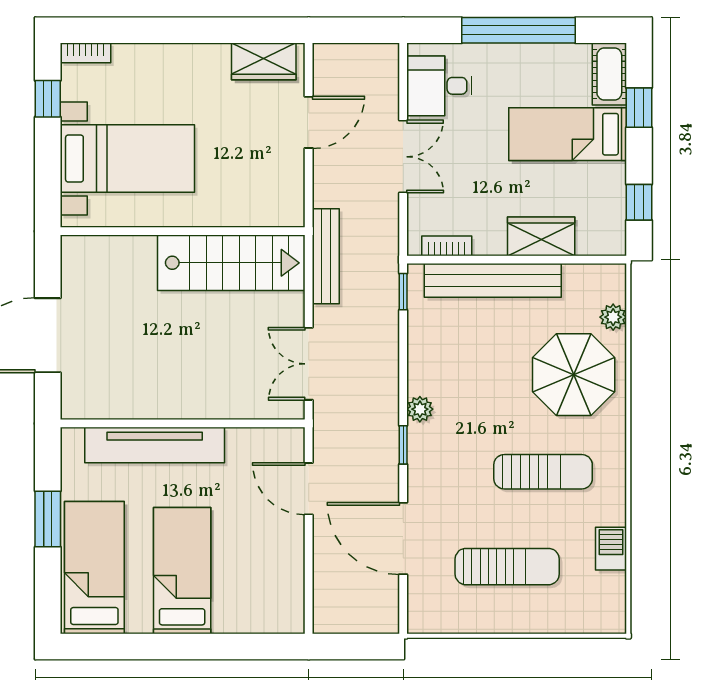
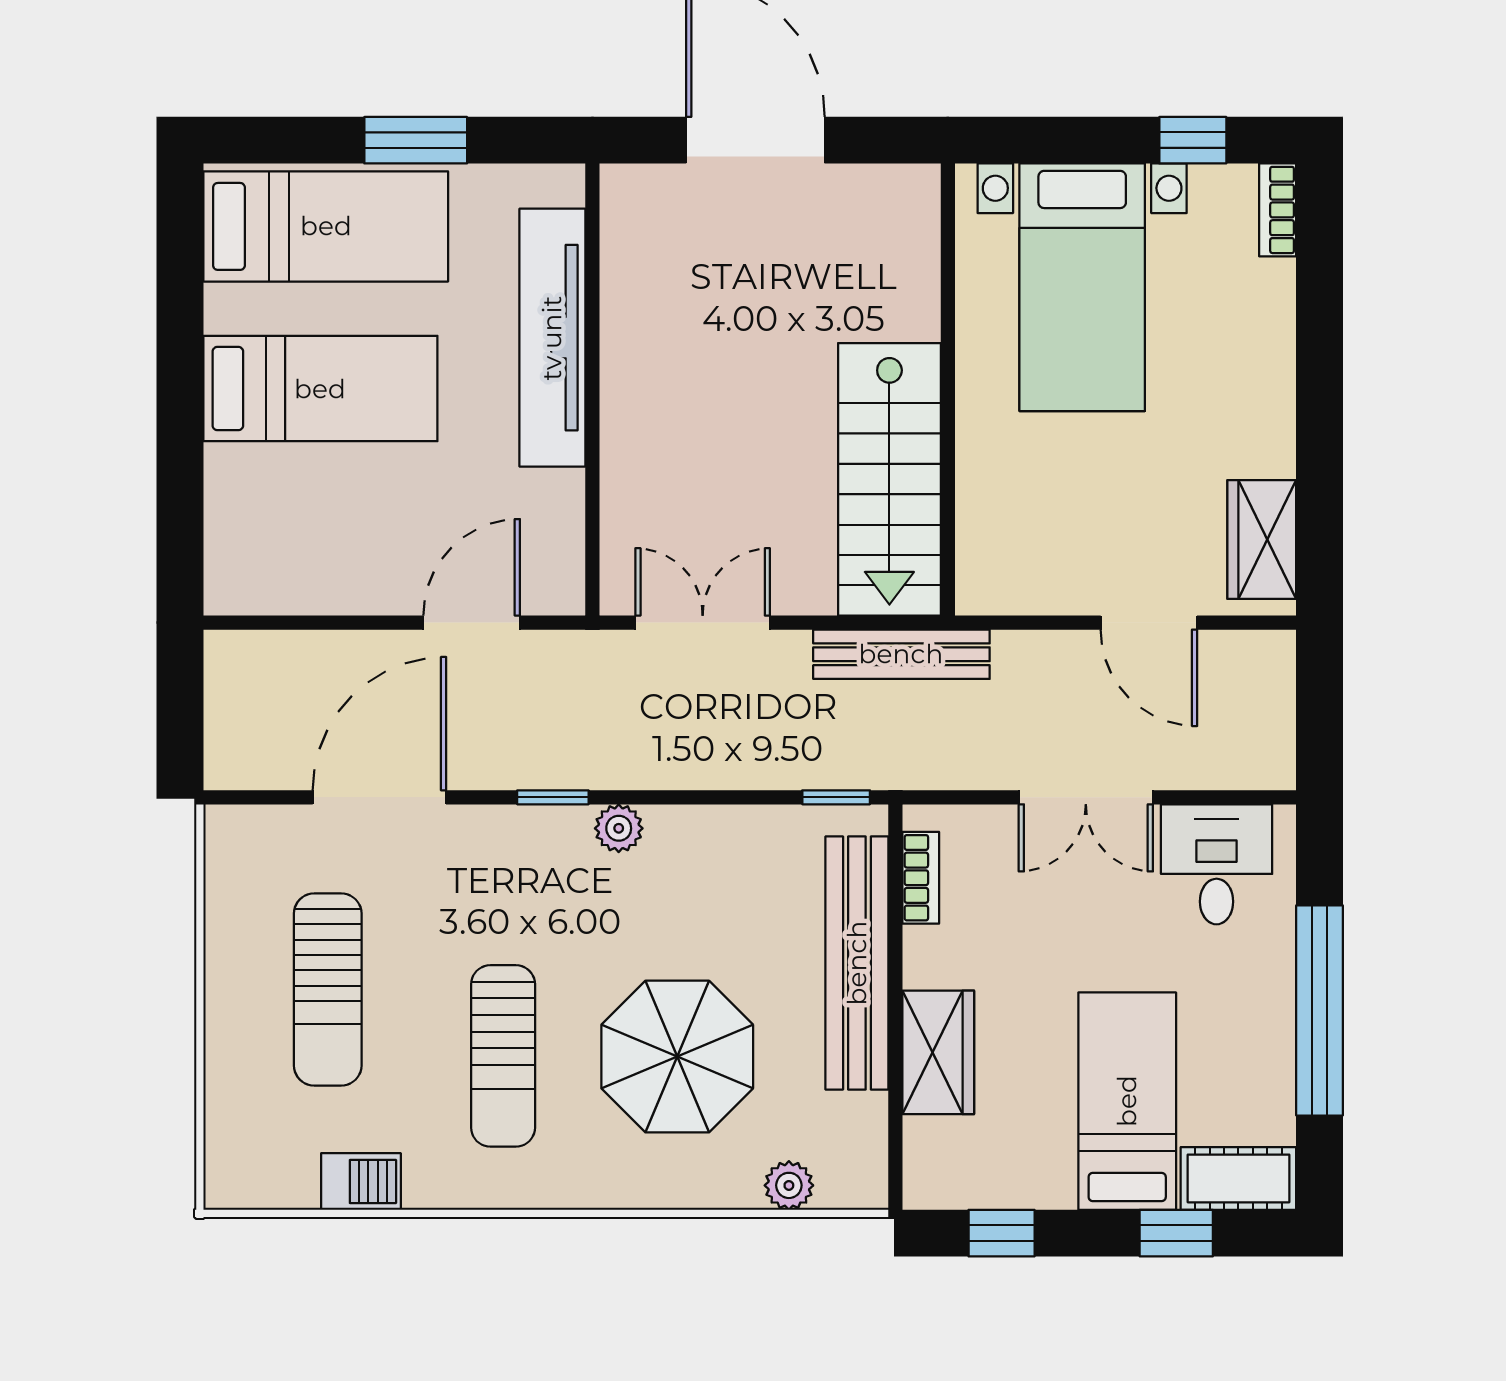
parasol: (574, 375) -> (677, 1057), moved

